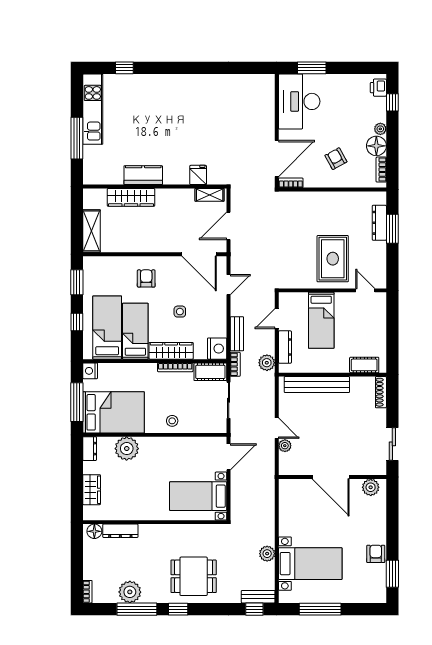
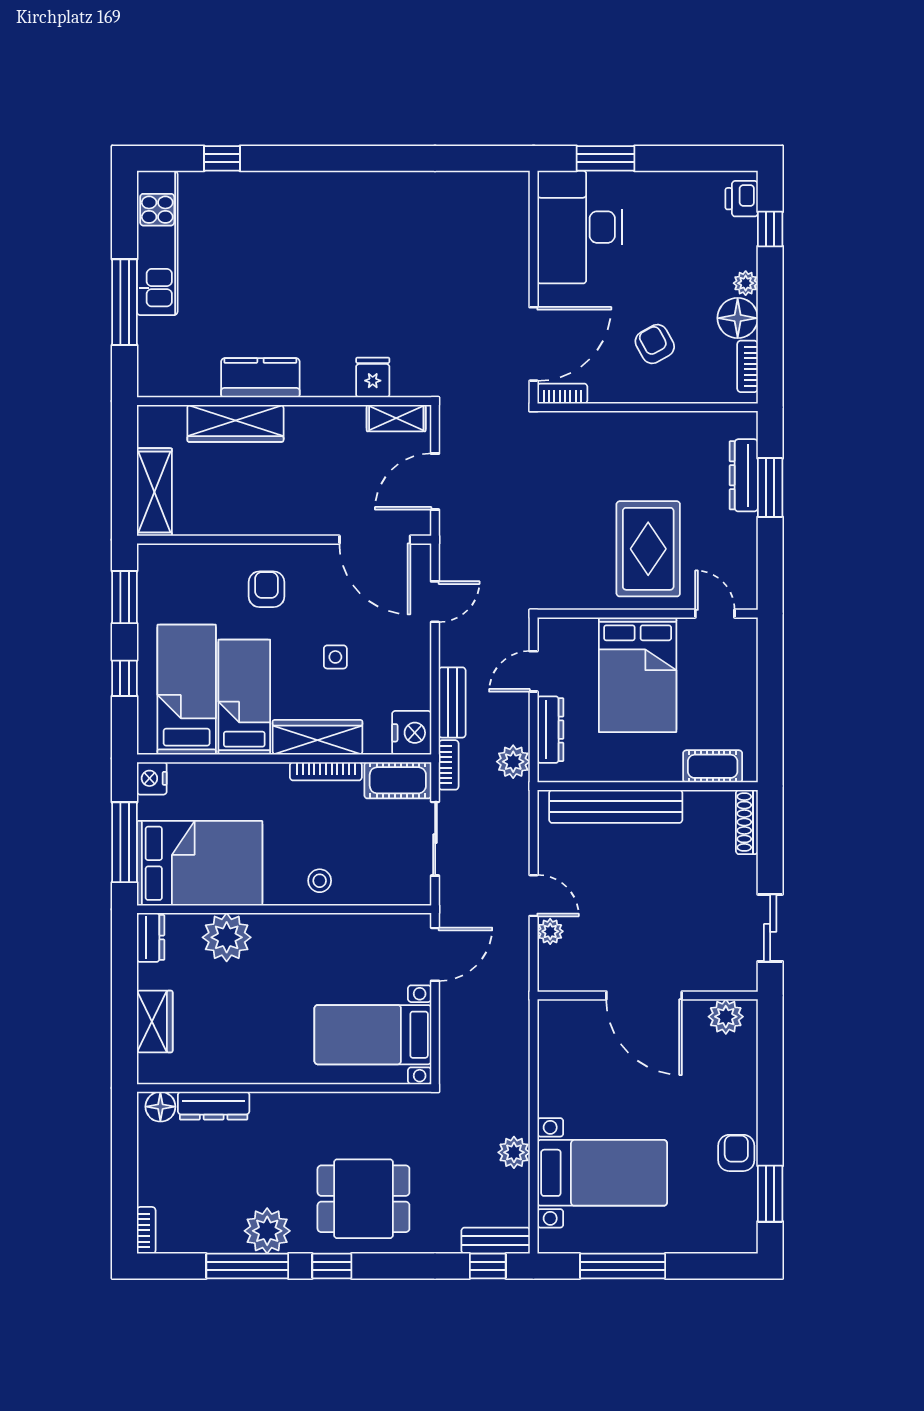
bed: (321, 320) -> (638, 675), width x1.50
plant: (130, 592) -> (267, 1231), moved

